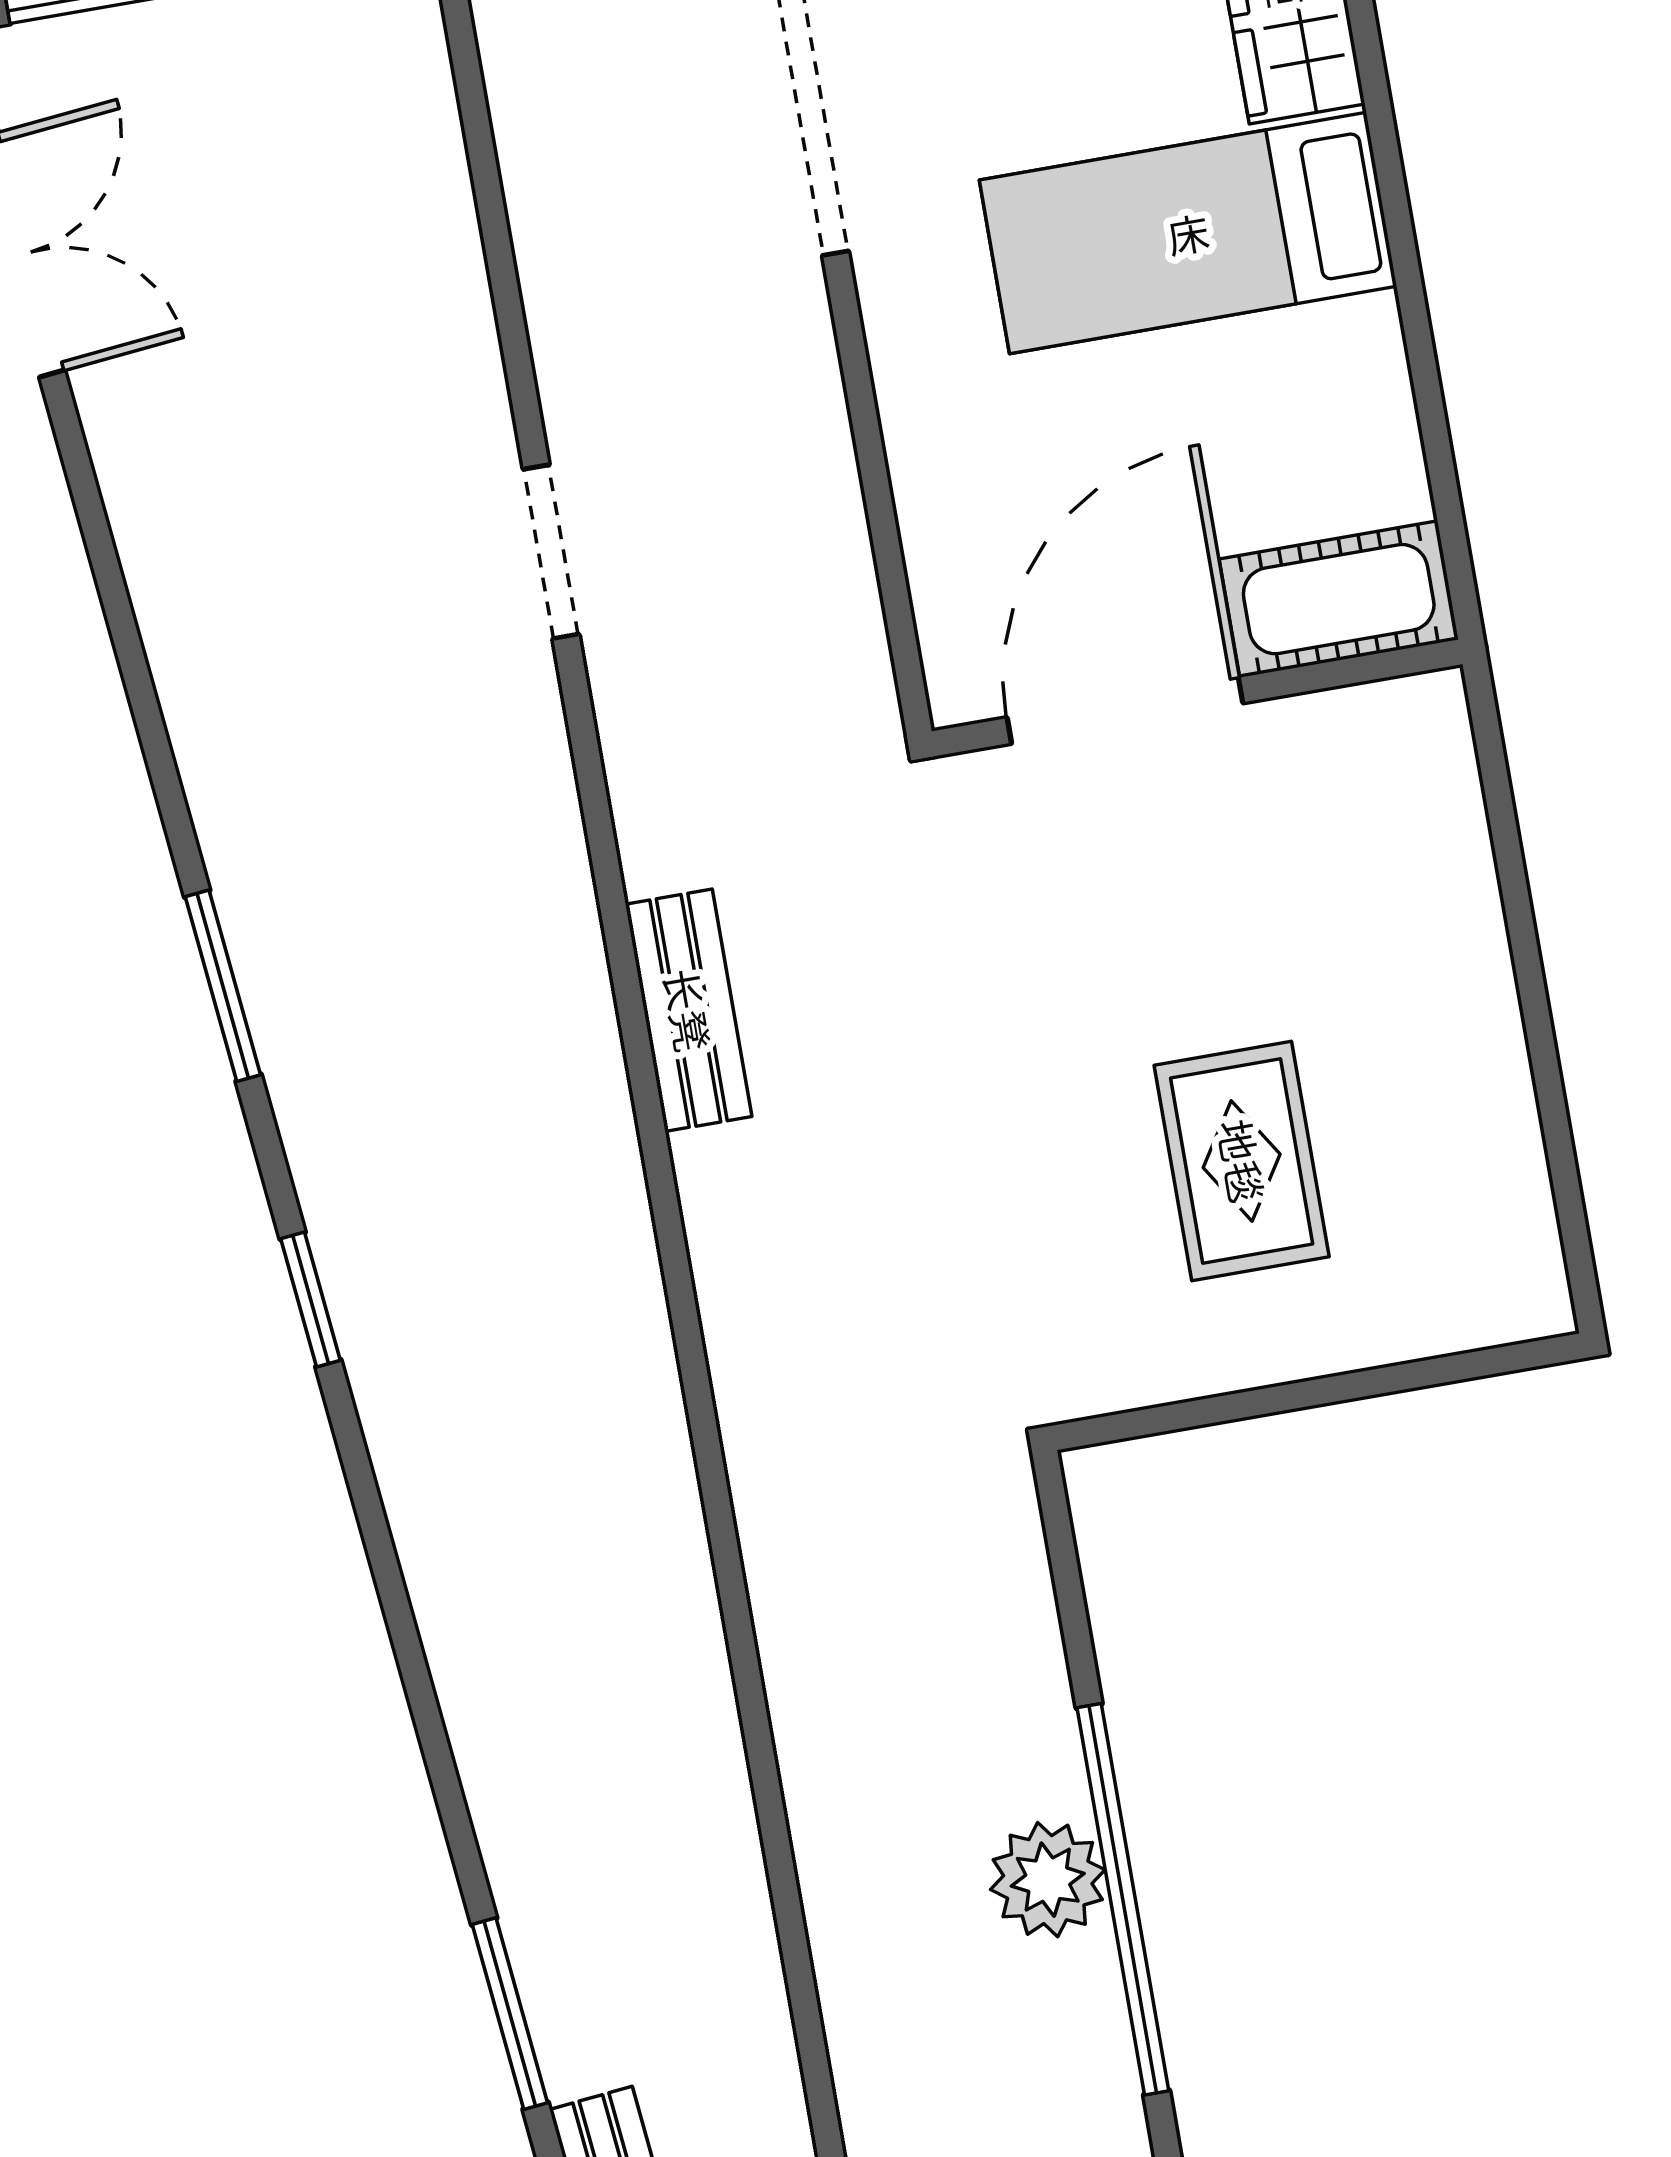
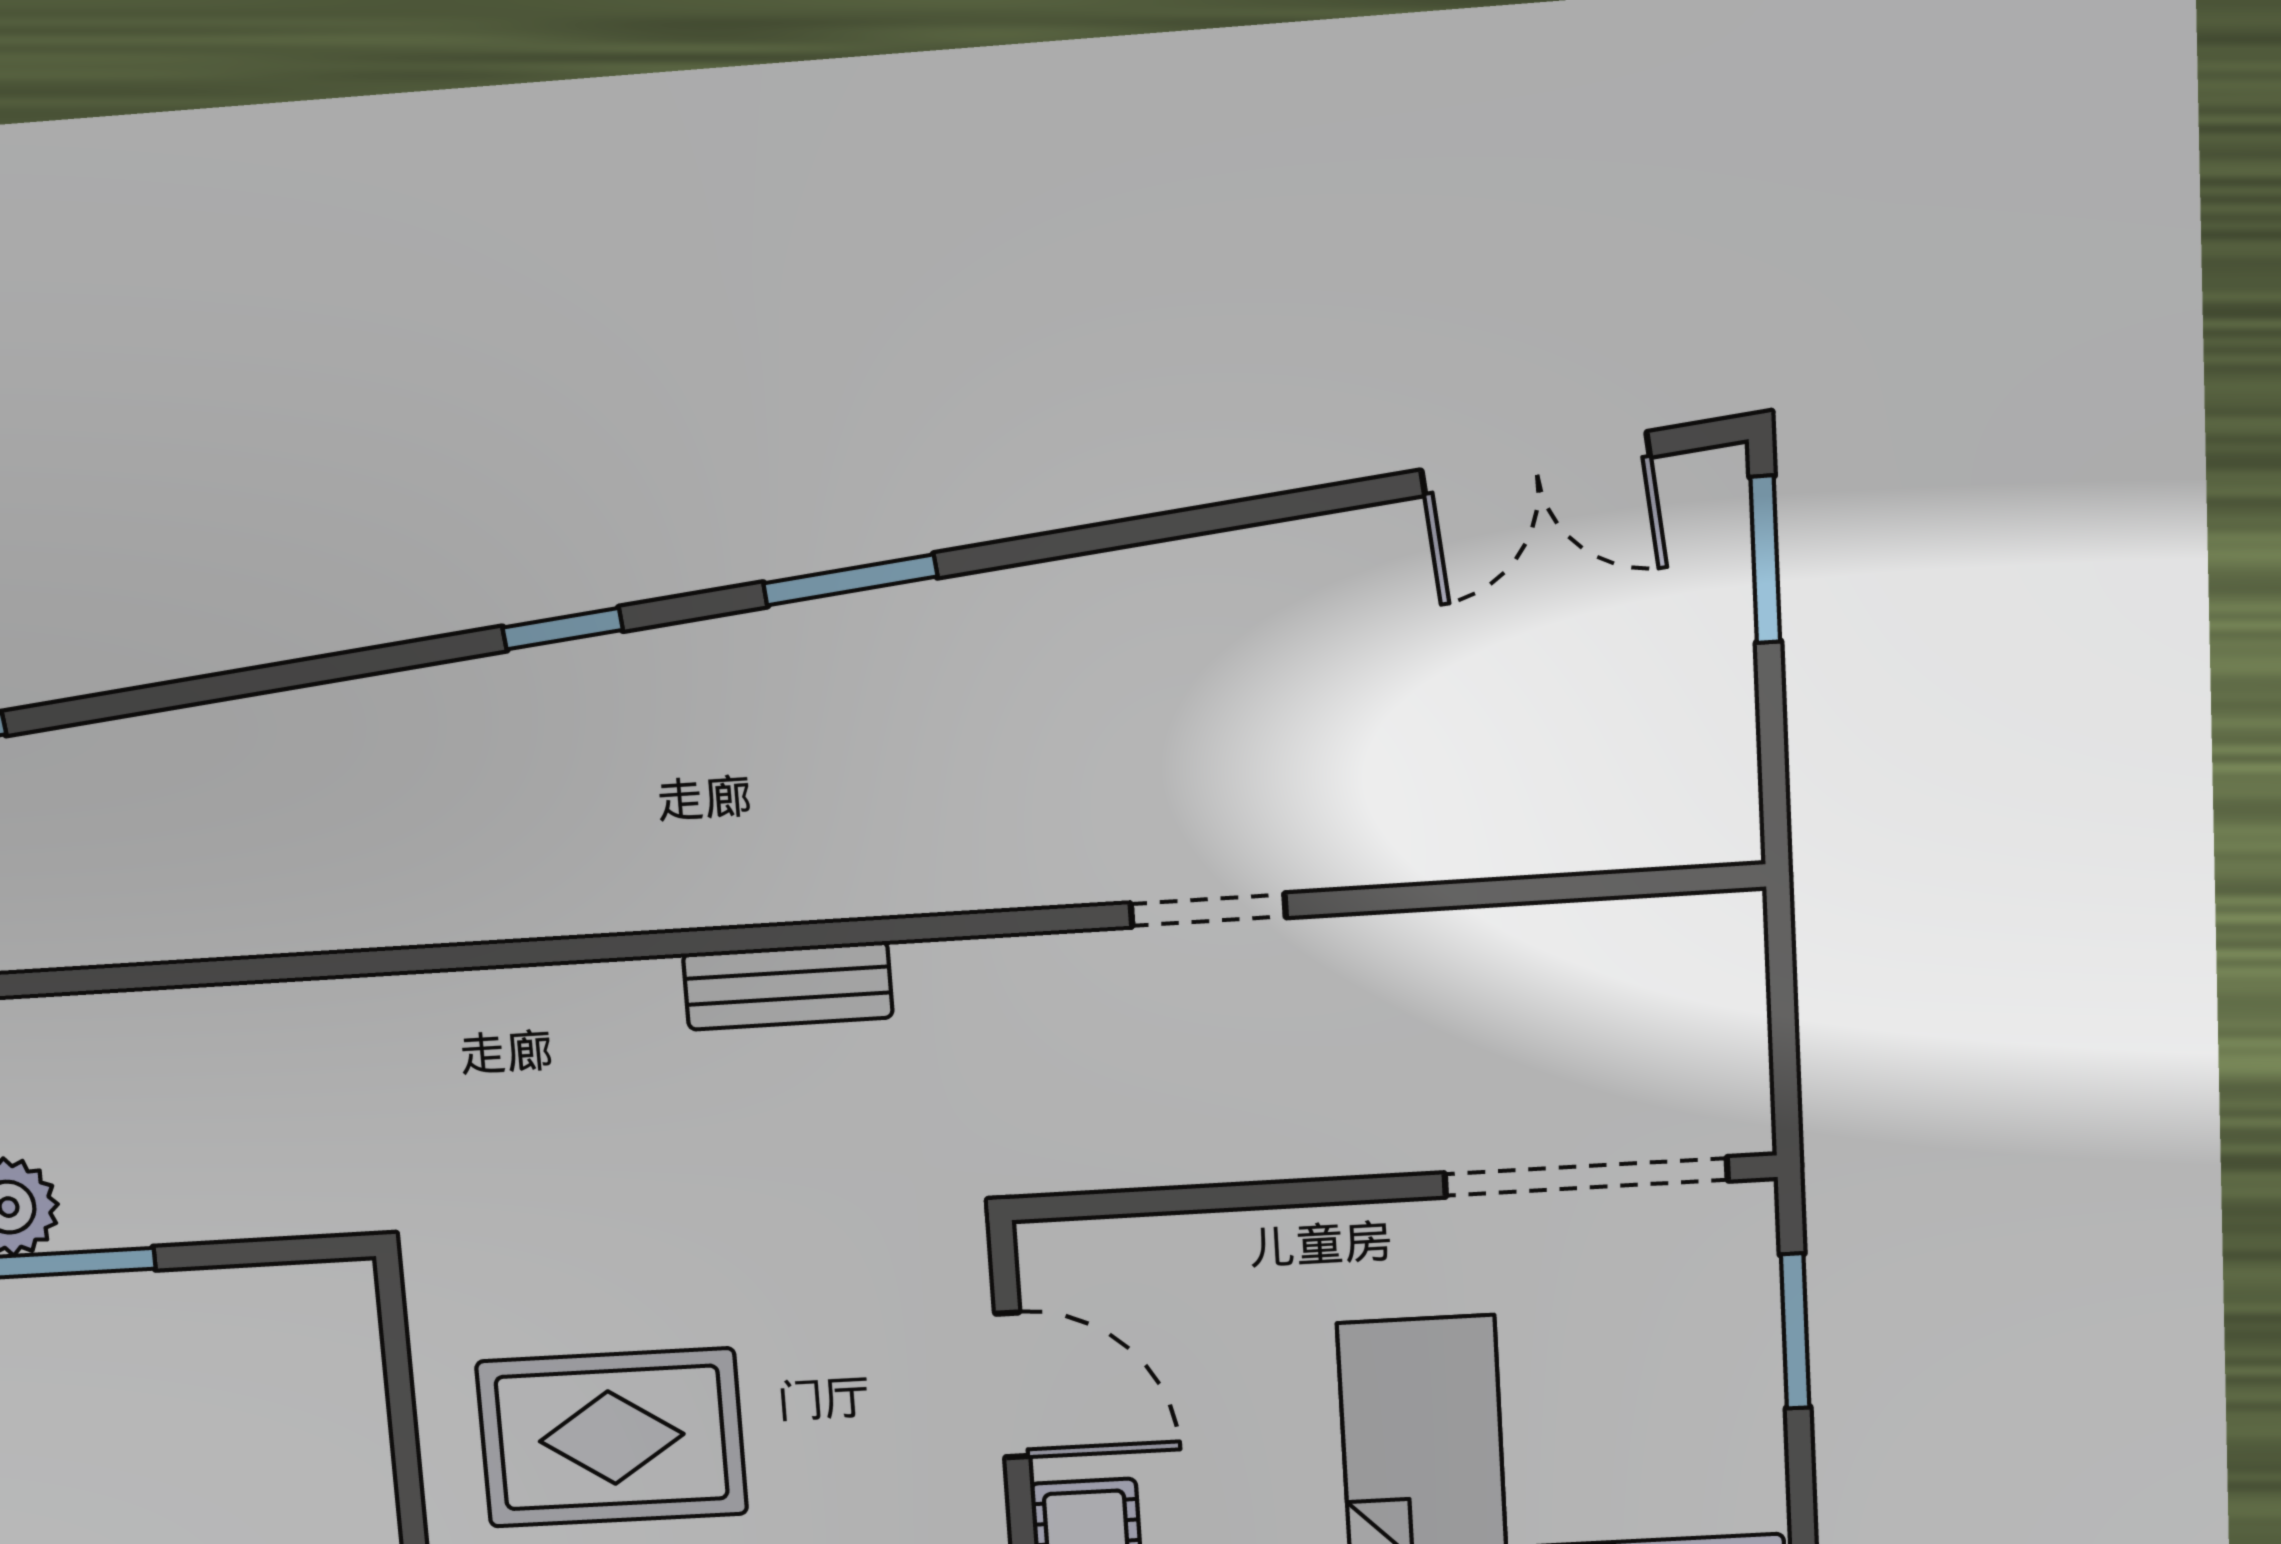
door: (1125, 710) -> (1012, 1385), width x0.73
rug: (1242, 1161) -> (612, 1438), width x1.36, depth x1.43

